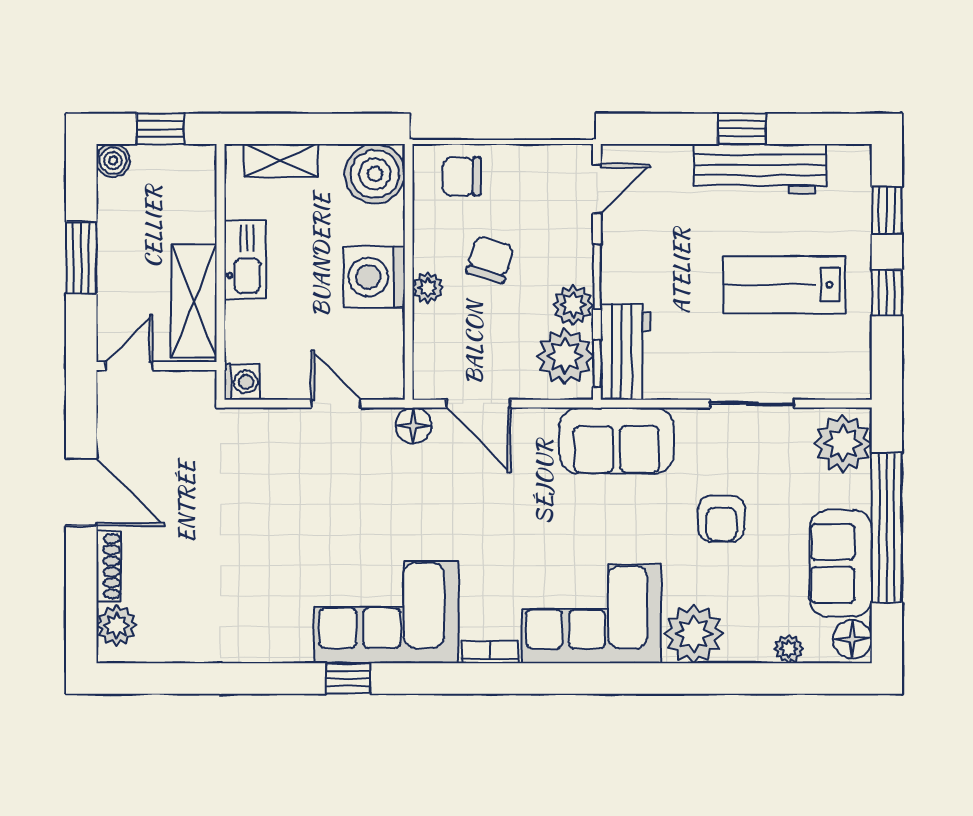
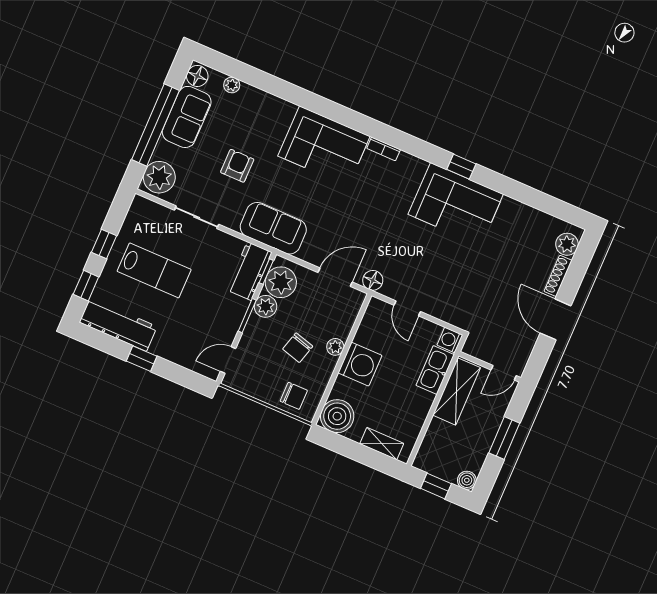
workbench: (760, 169) -> (118, 324), moved
kitchen sink: (245, 260) -> (435, 370), moved
door: (478, 404) -> (335, 277), hinge flipped
corner sofa: (386, 612) -> (456, 204), moved
plant: (694, 634) -> (277, 114), removed

